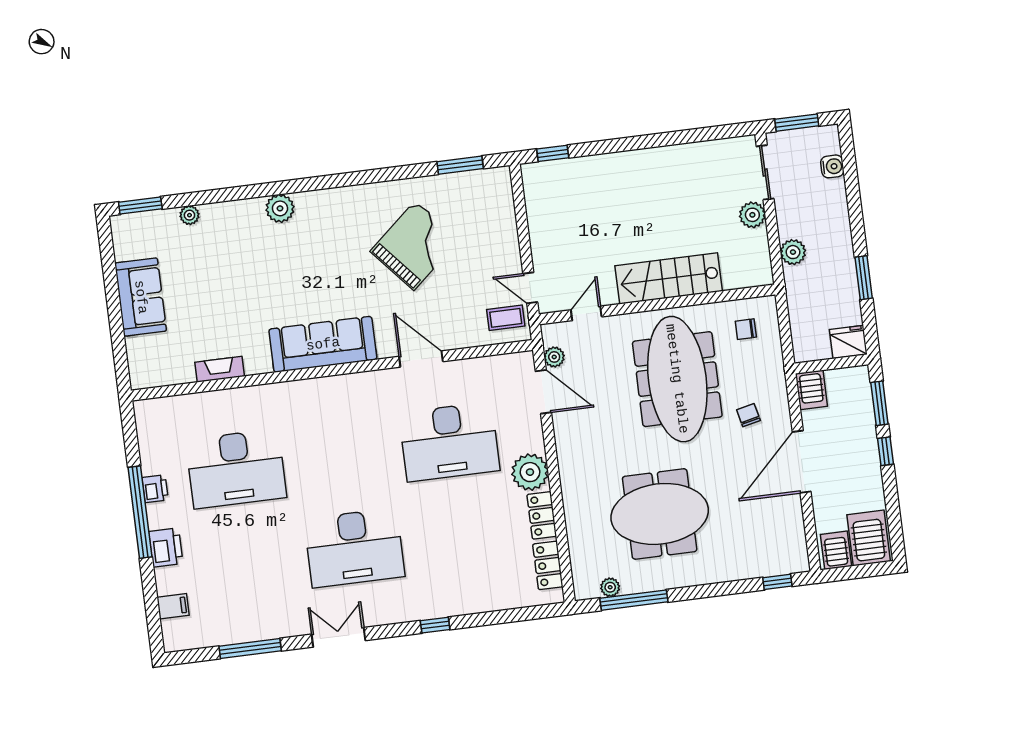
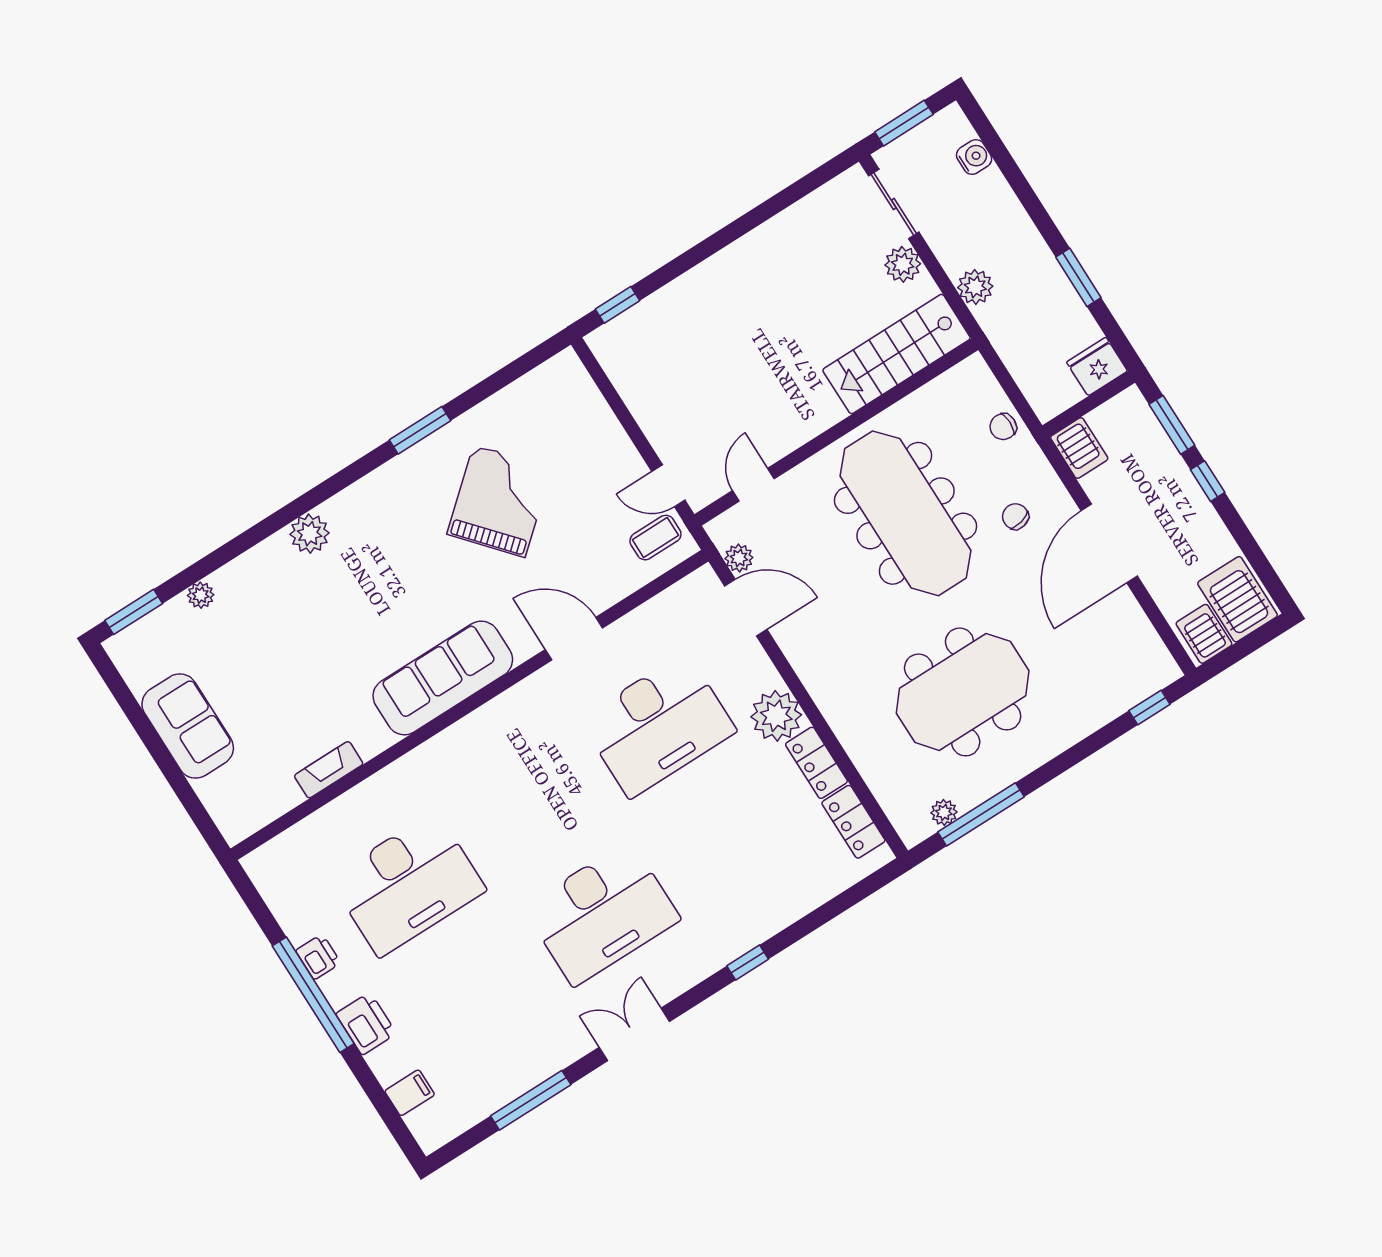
window: (460, 165) -> (420, 430), moved
stairs: (669, 278) -> (897, 354), moved
chair: (746, 329) -> (1003, 427), moved

